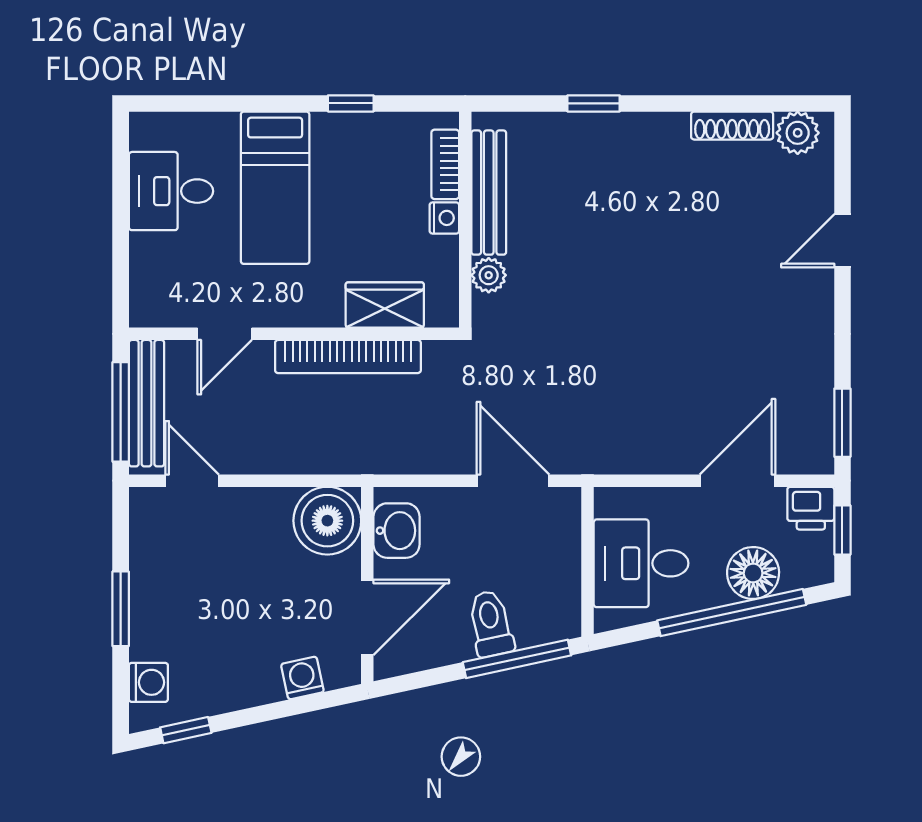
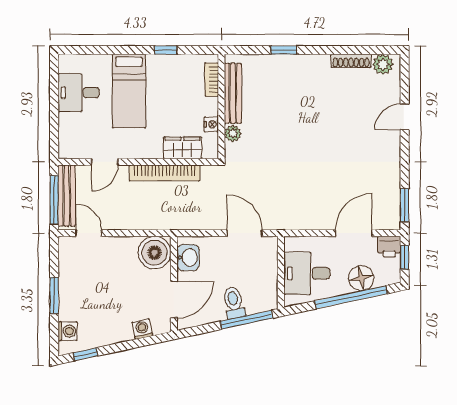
nightstand: (444, 218) -> (211, 124), moved

